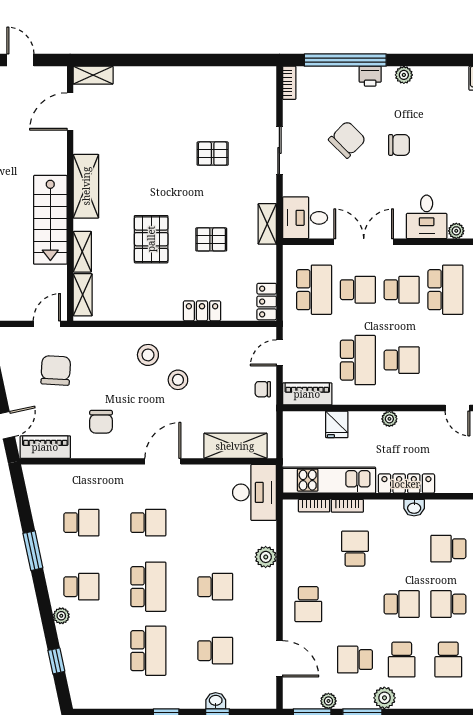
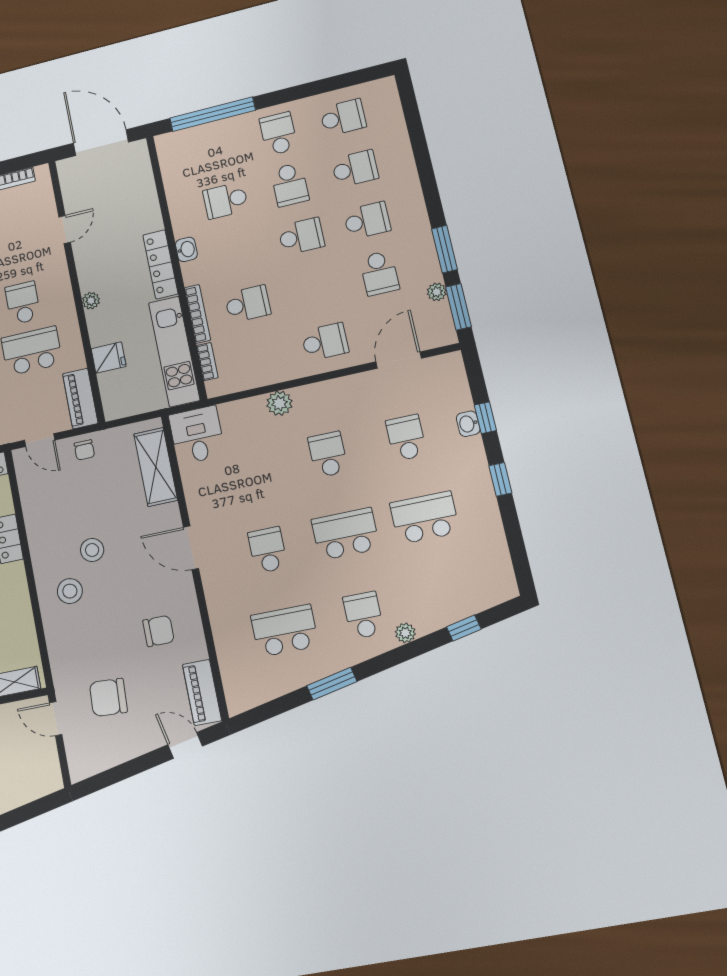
desk: (254, 492) -> (197, 435), width x0.73
bookcase: (347, 506) -> (197, 314), width x1.56
school desk: (81, 523) -> (285, 631), width x1.85
school desk: (355, 549) -> (248, 304), turned 180
school desk: (448, 549) -> (225, 200), turned 90
school desk: (402, 604) -> (301, 236), turned 90
plant: (384, 698) -> (418, 229), removed

